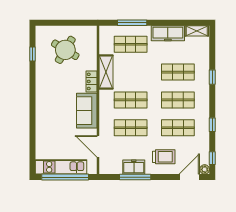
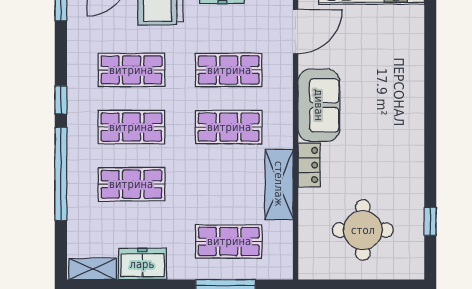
freezer: (168, 33) -> (142, 264), width x0.71
round table: (65, 50) -> (363, 230), turned -31
window: (212, 77) -> (61, 174), width x3.17
window: (212, 125) -> (61, 100), moved
door: (98, 146) -> (296, 32), hinge flipped

